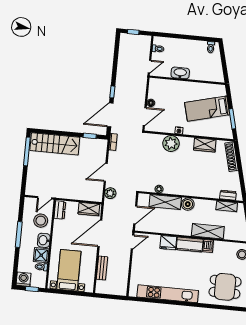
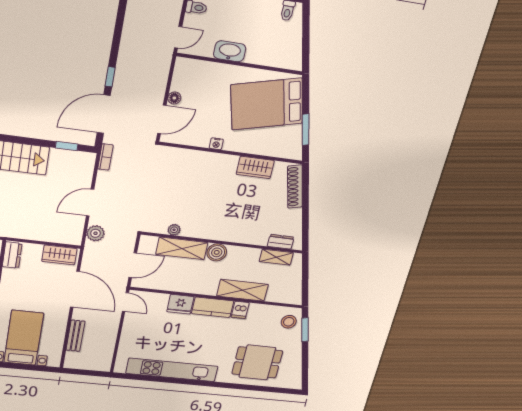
bed: (207, 109) -> (267, 104), width x1.50
plant: (171, 143) -> (201, 163), removed
door: (100, 233) -> (75, 289), swing flipped
door: (133, 242) -> (125, 302), hinge flipped

